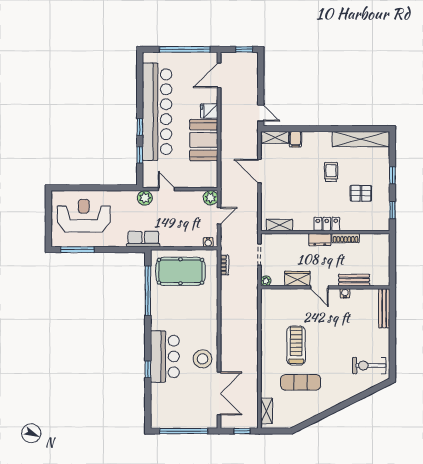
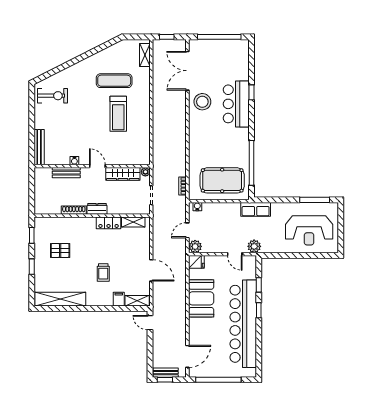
bench: (243, 57) -> (166, 373), added
fridge: (209, 111) -> (196, 262), moved
trolley: (331, 172) -> (103, 272), moved
locker: (327, 224) -> (109, 223), moved
wardrobe: (297, 279) -> (123, 174), width x1.50

